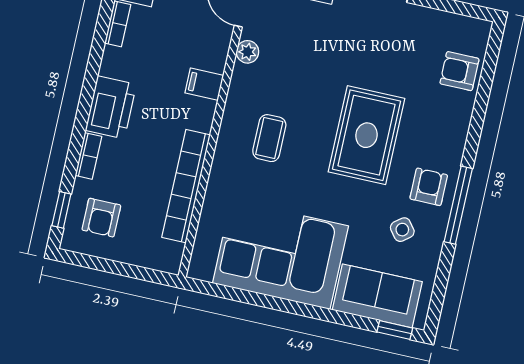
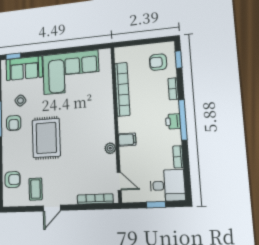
plant: (247, 52) -> (110, 148), moved
window: (88, 91) -> (183, 120), added
printer: (111, 107) -> (173, 121), width x0.53, depth x0.68
coffee table: (269, 138) -> (36, 189), moved
armchair: (101, 218) -> (158, 62), turned -90

